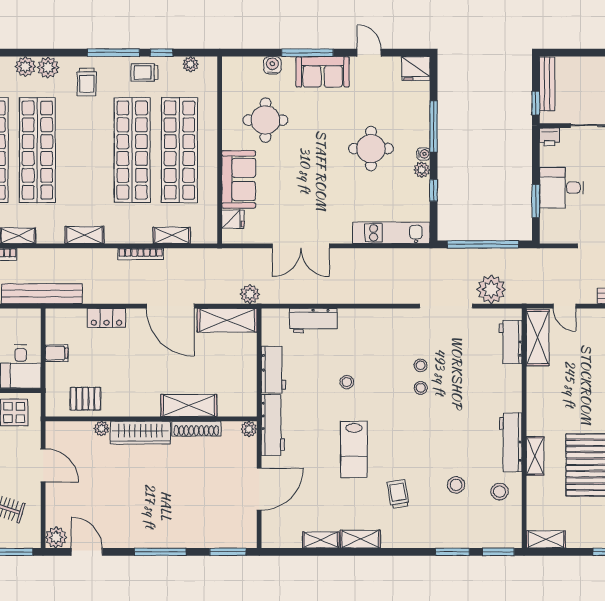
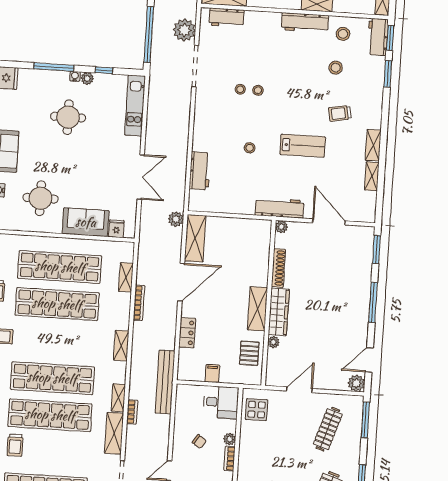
workbench: (273, 370) -> (378, 37), moved, turned -90
shelving: (189, 405) -> (258, 309), moved

